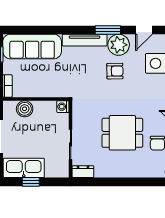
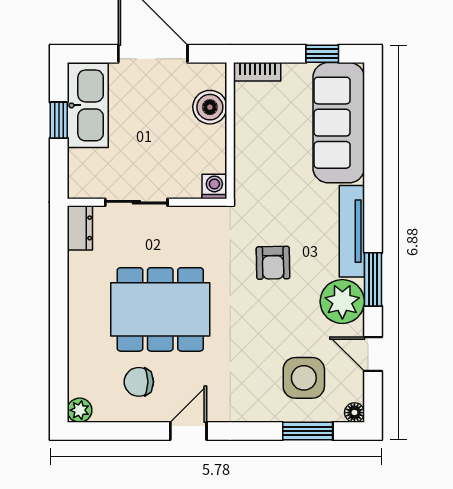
armchair: (115, 71) -> (273, 263), moved
dining table: (122, 133) -> (160, 309), width x1.38

